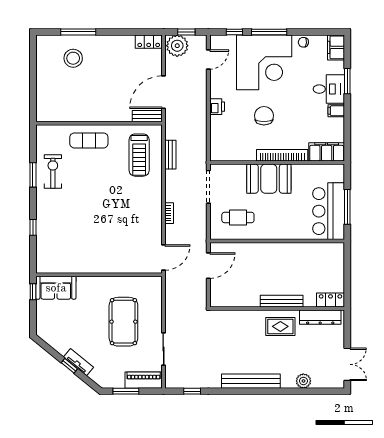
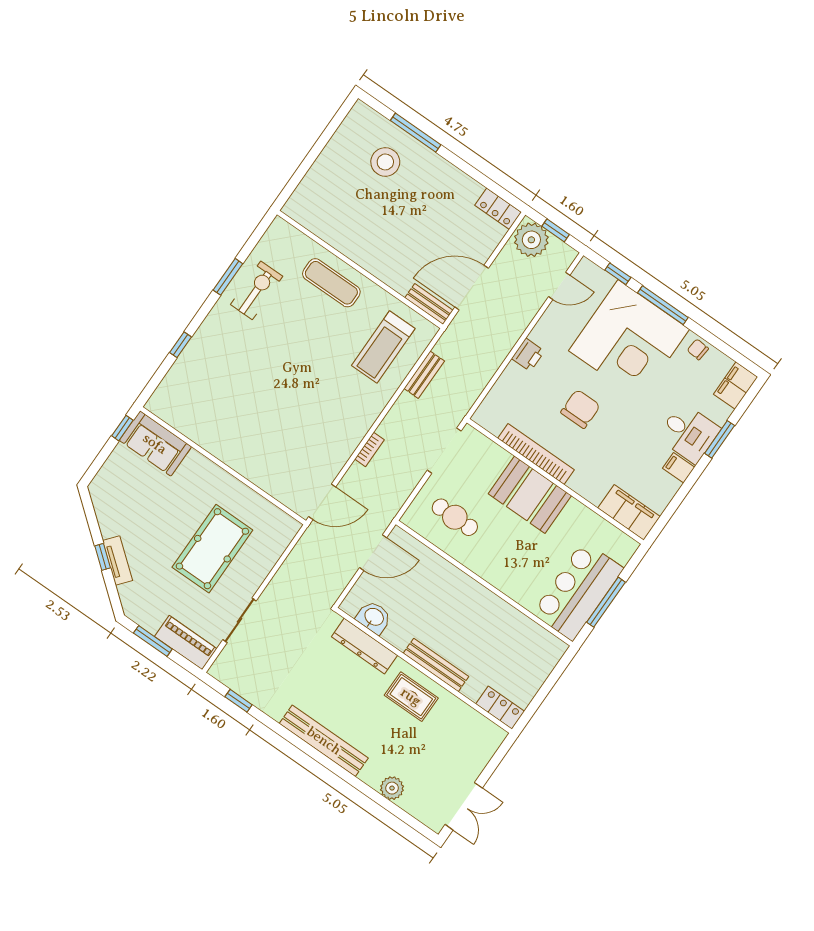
bookcase: (282, 155) -> (536, 454), moved
washbasin: (232, 299) -> (374, 617), added
dresser: (320, 317) -> (364, 646), moved

